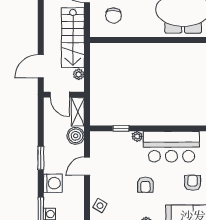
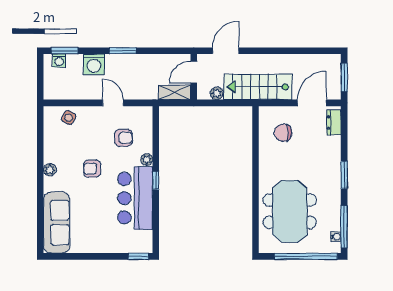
door: (41, 66) -> (226, 51), hinge flipped
window: (121, 128) -> (156, 180), moved
boiler: (76, 136) -> (147, 90), removed
armchair: (192, 183) -> (124, 138), moved

